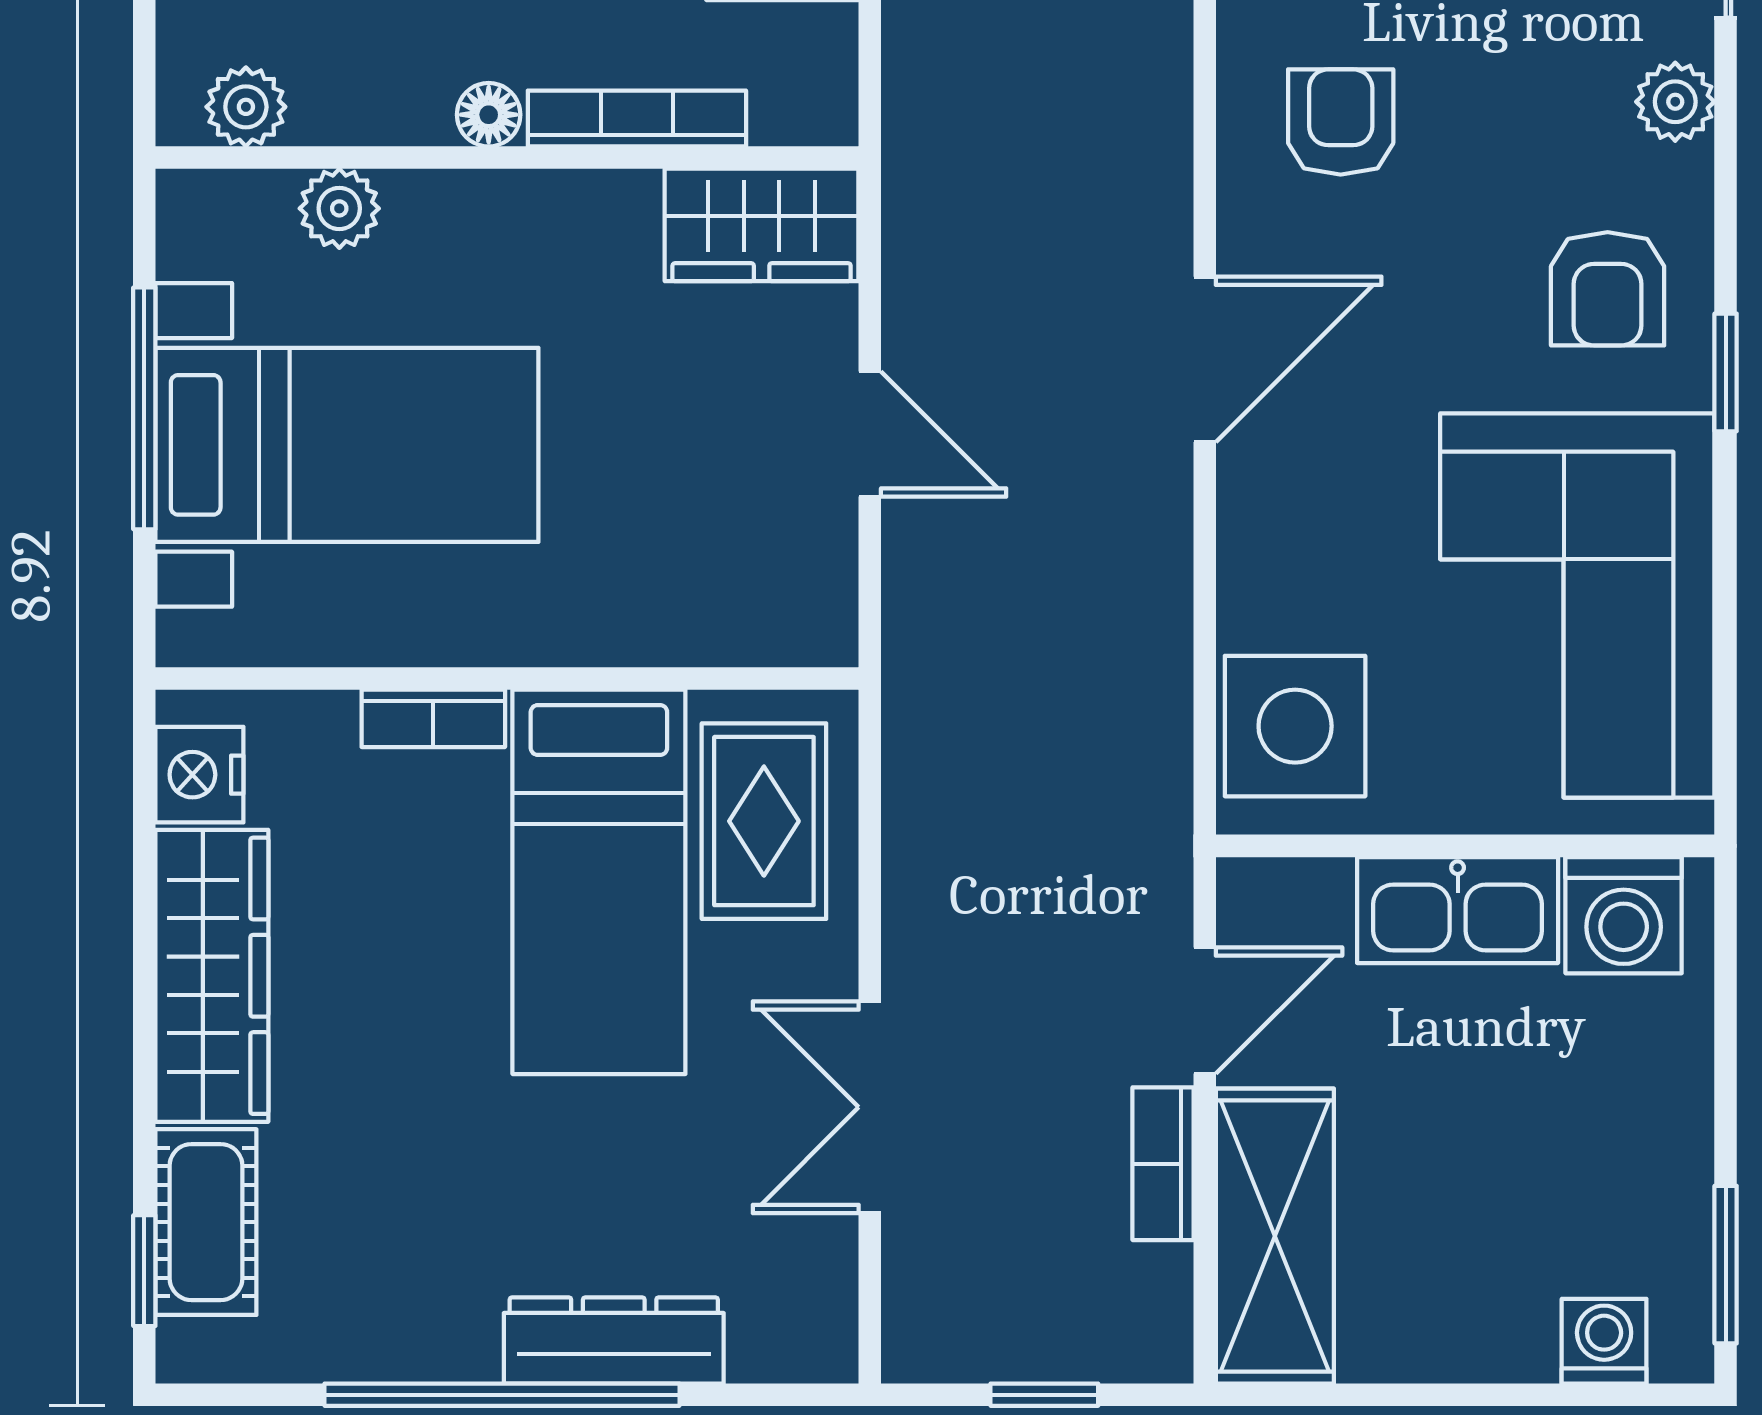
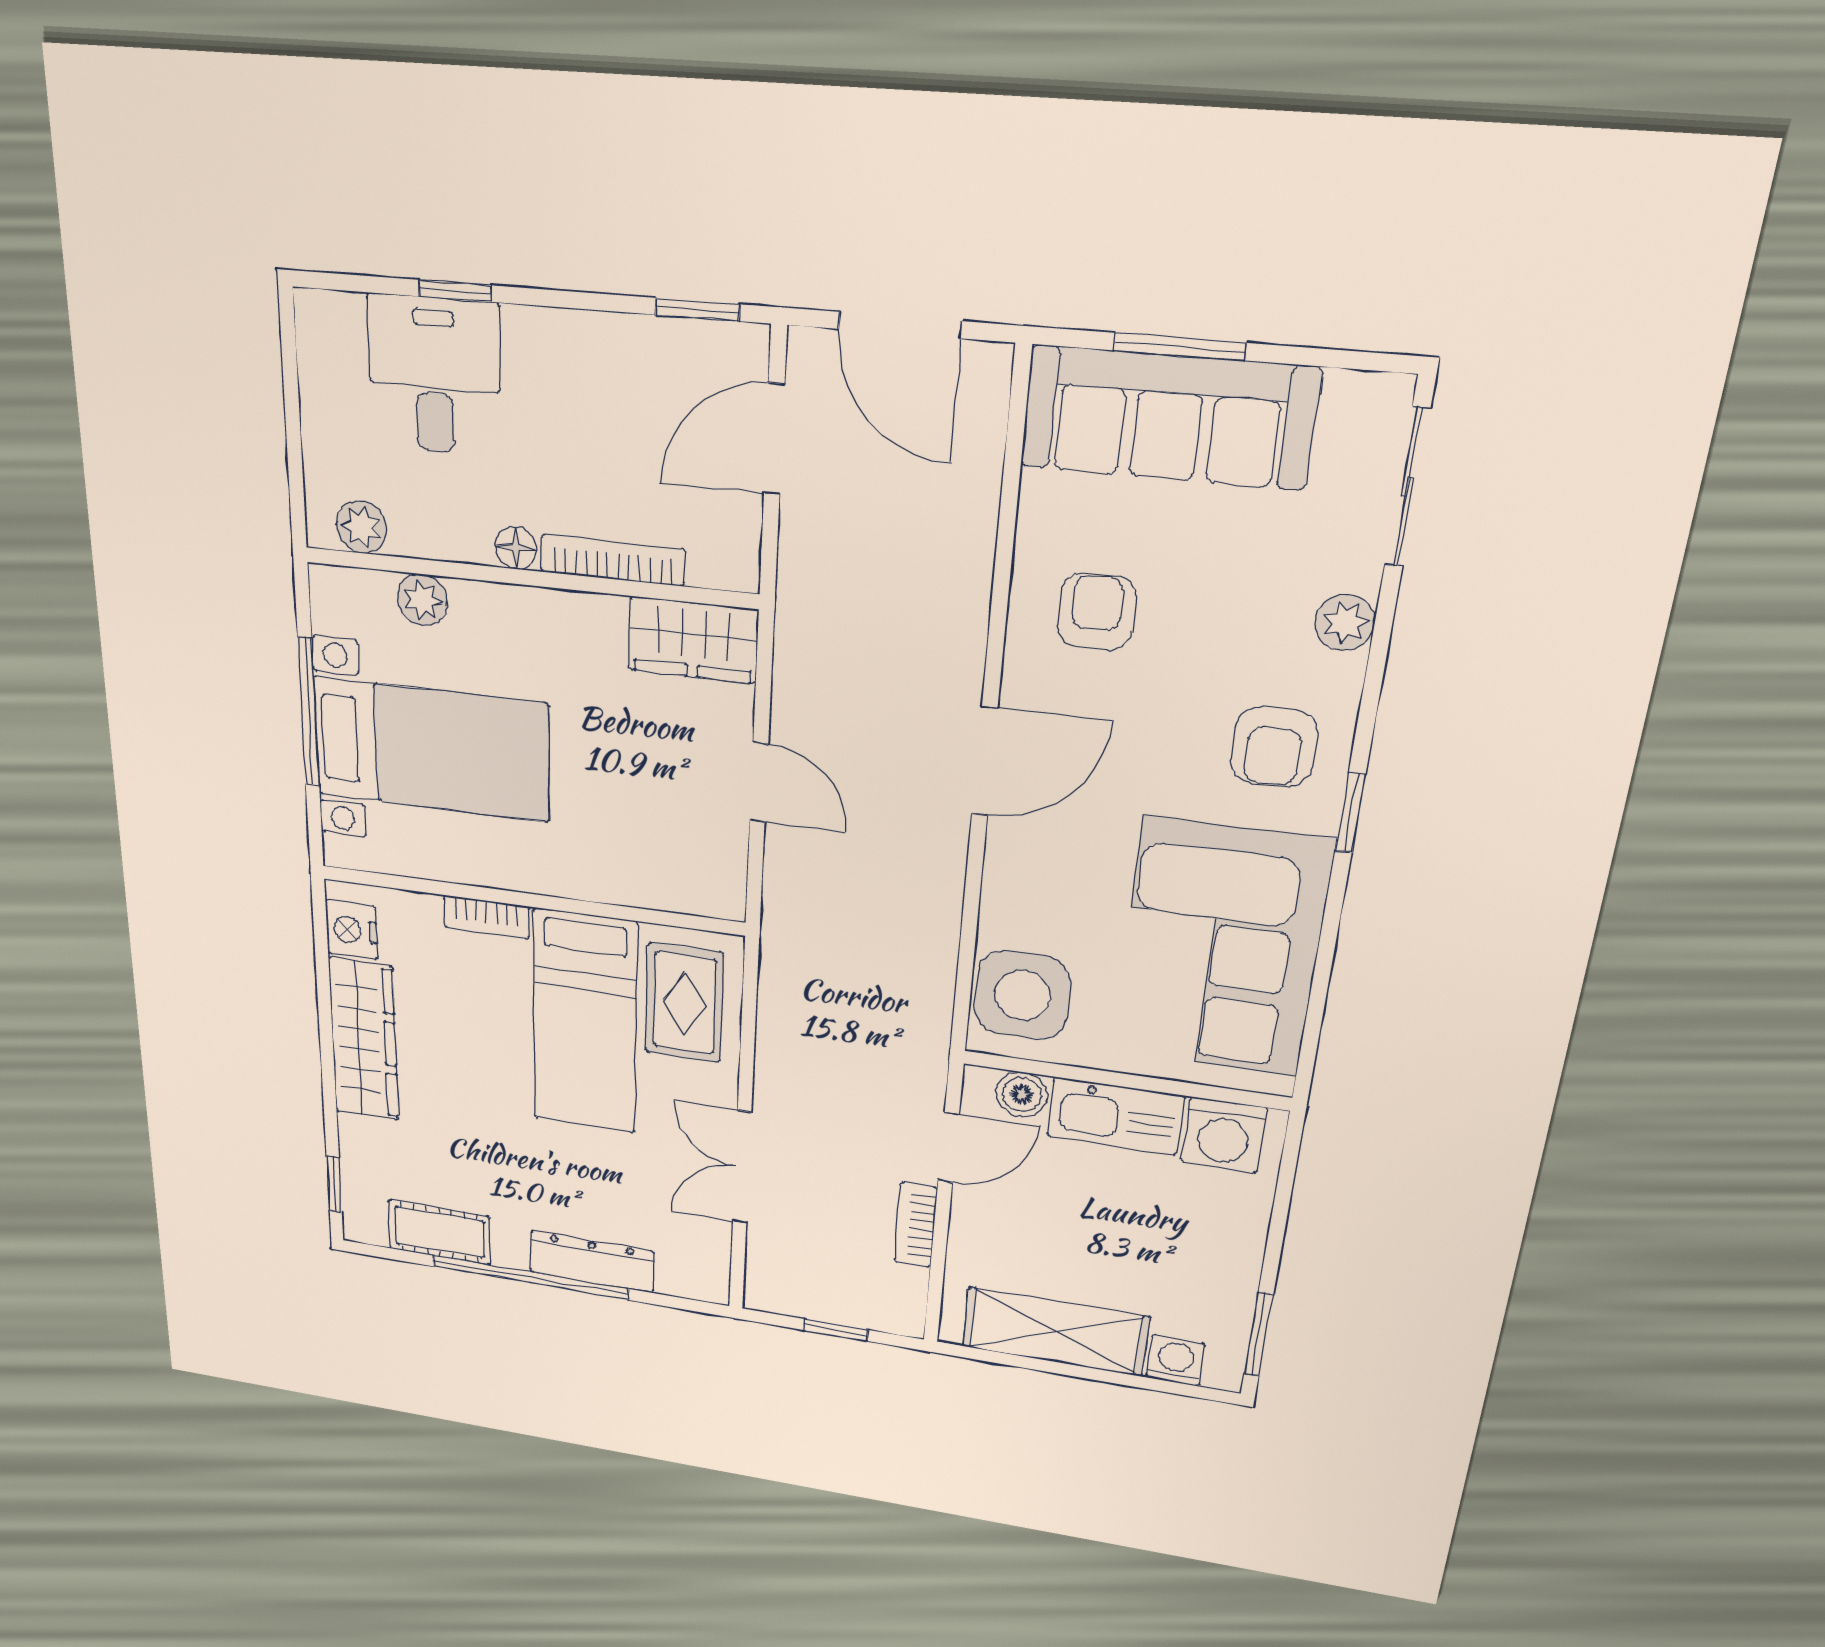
boiler: (1310, 896) -> (1022, 1094), added
cot: (206, 1222) -> (439, 1232), moved, turned 90
shelving: (1275, 1236) -> (1055, 1332), moved, turned 90

